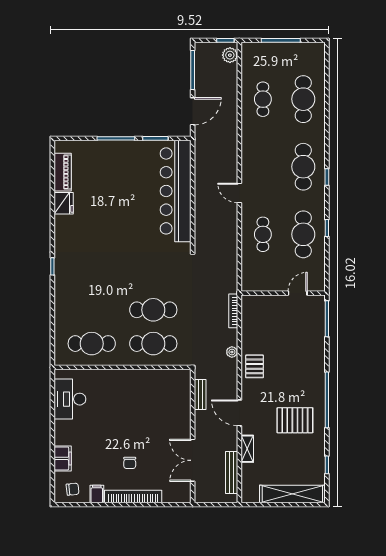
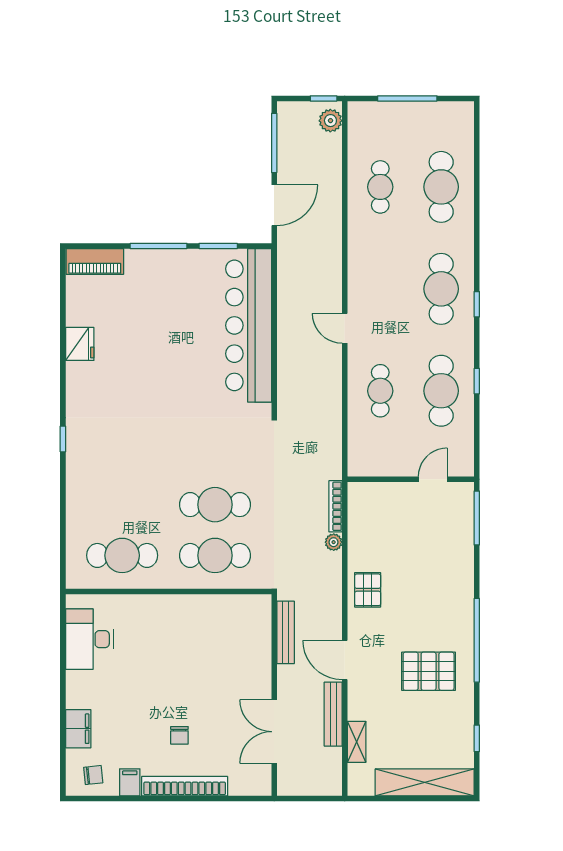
piano: (63, 172) -> (95, 261), moved, turned 90
plant: (232, 352) -> (334, 542), moved
bench: (200, 395) -> (286, 632), width x1.36
shelving: (247, 449) -> (357, 742), moved
bench: (232, 472) -> (333, 714), moved

